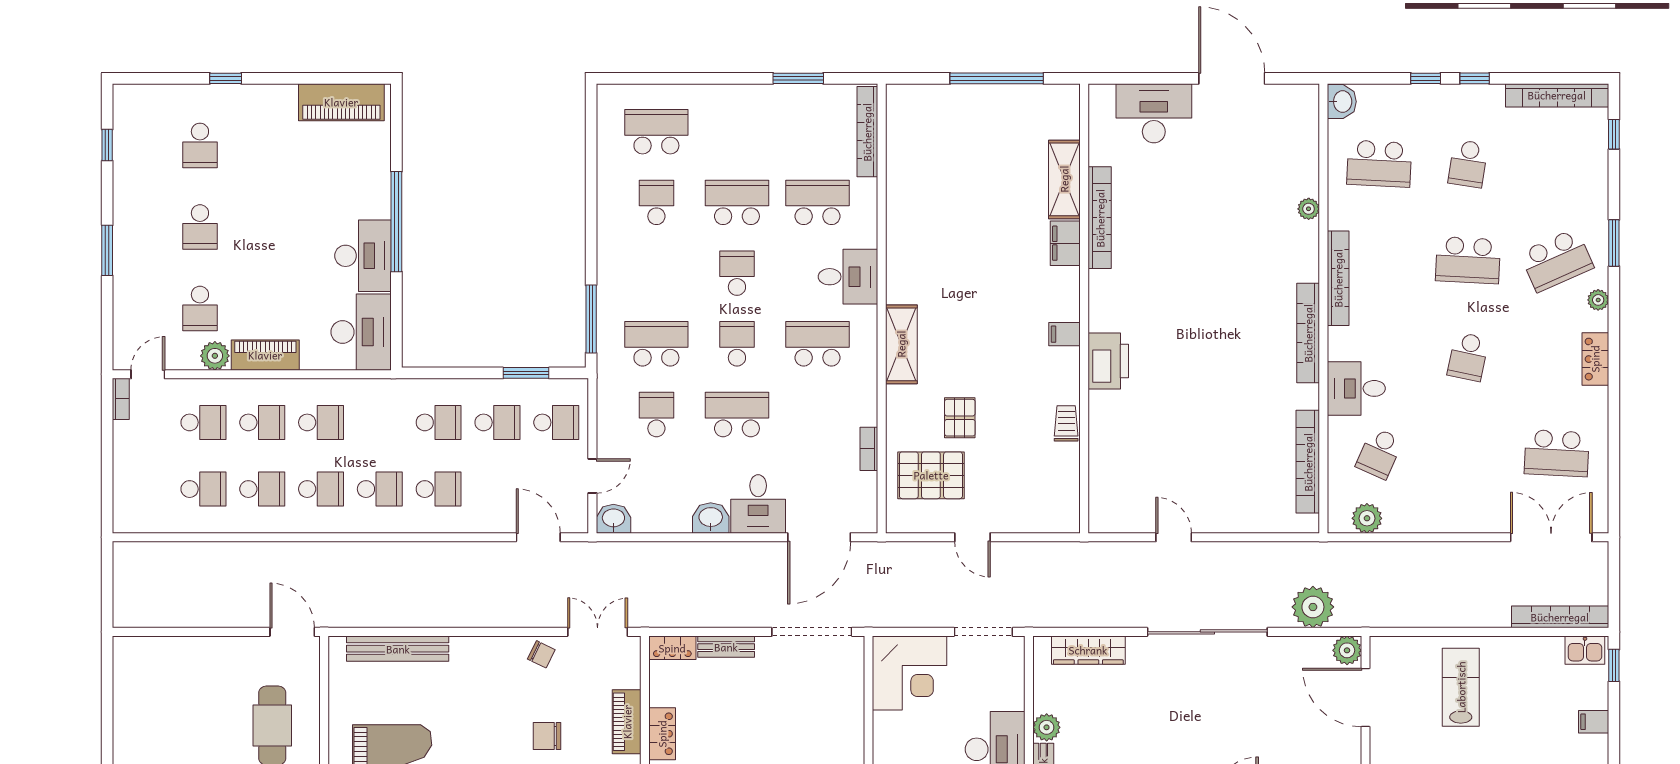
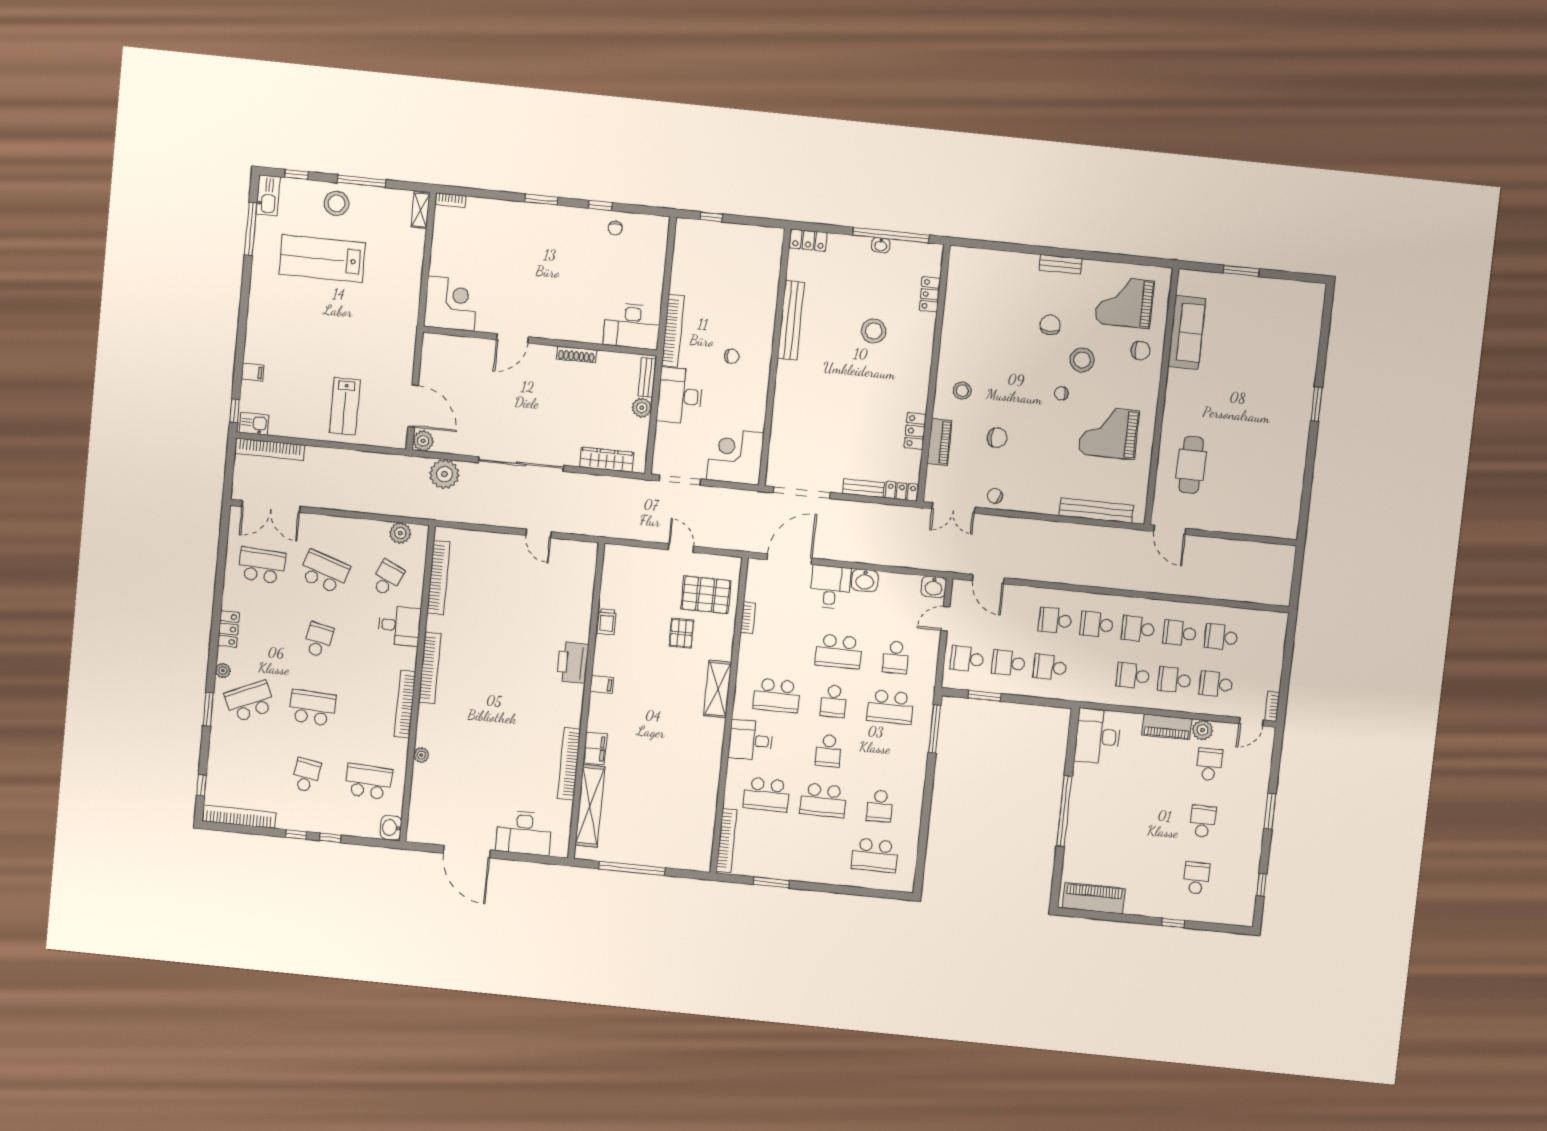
shelving: (1064, 179) -> (590, 806), width x1.47
desk: (363, 256) -> (1090, 789), removed
school desk: (1468, 453) -> (325, 572), added

